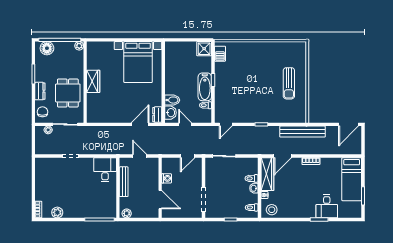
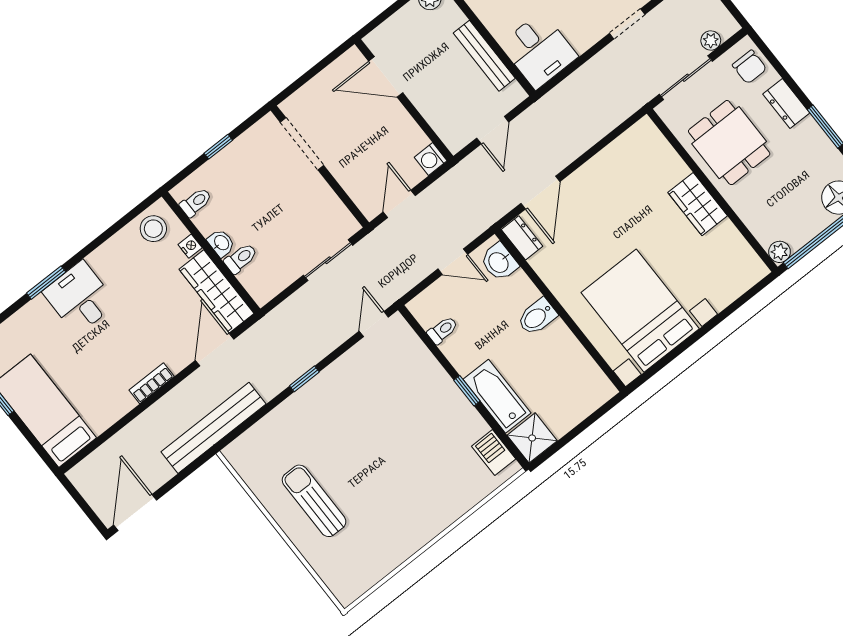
bathtub: (205, 87) -> (497, 396), moved
bidet: (172, 100) -> (537, 317), moved
door: (140, 156) -> (493, 130), hinge flipped
washing machine: (166, 178) -> (431, 159), moved
desk: (327, 206) -> (80, 298), moved

